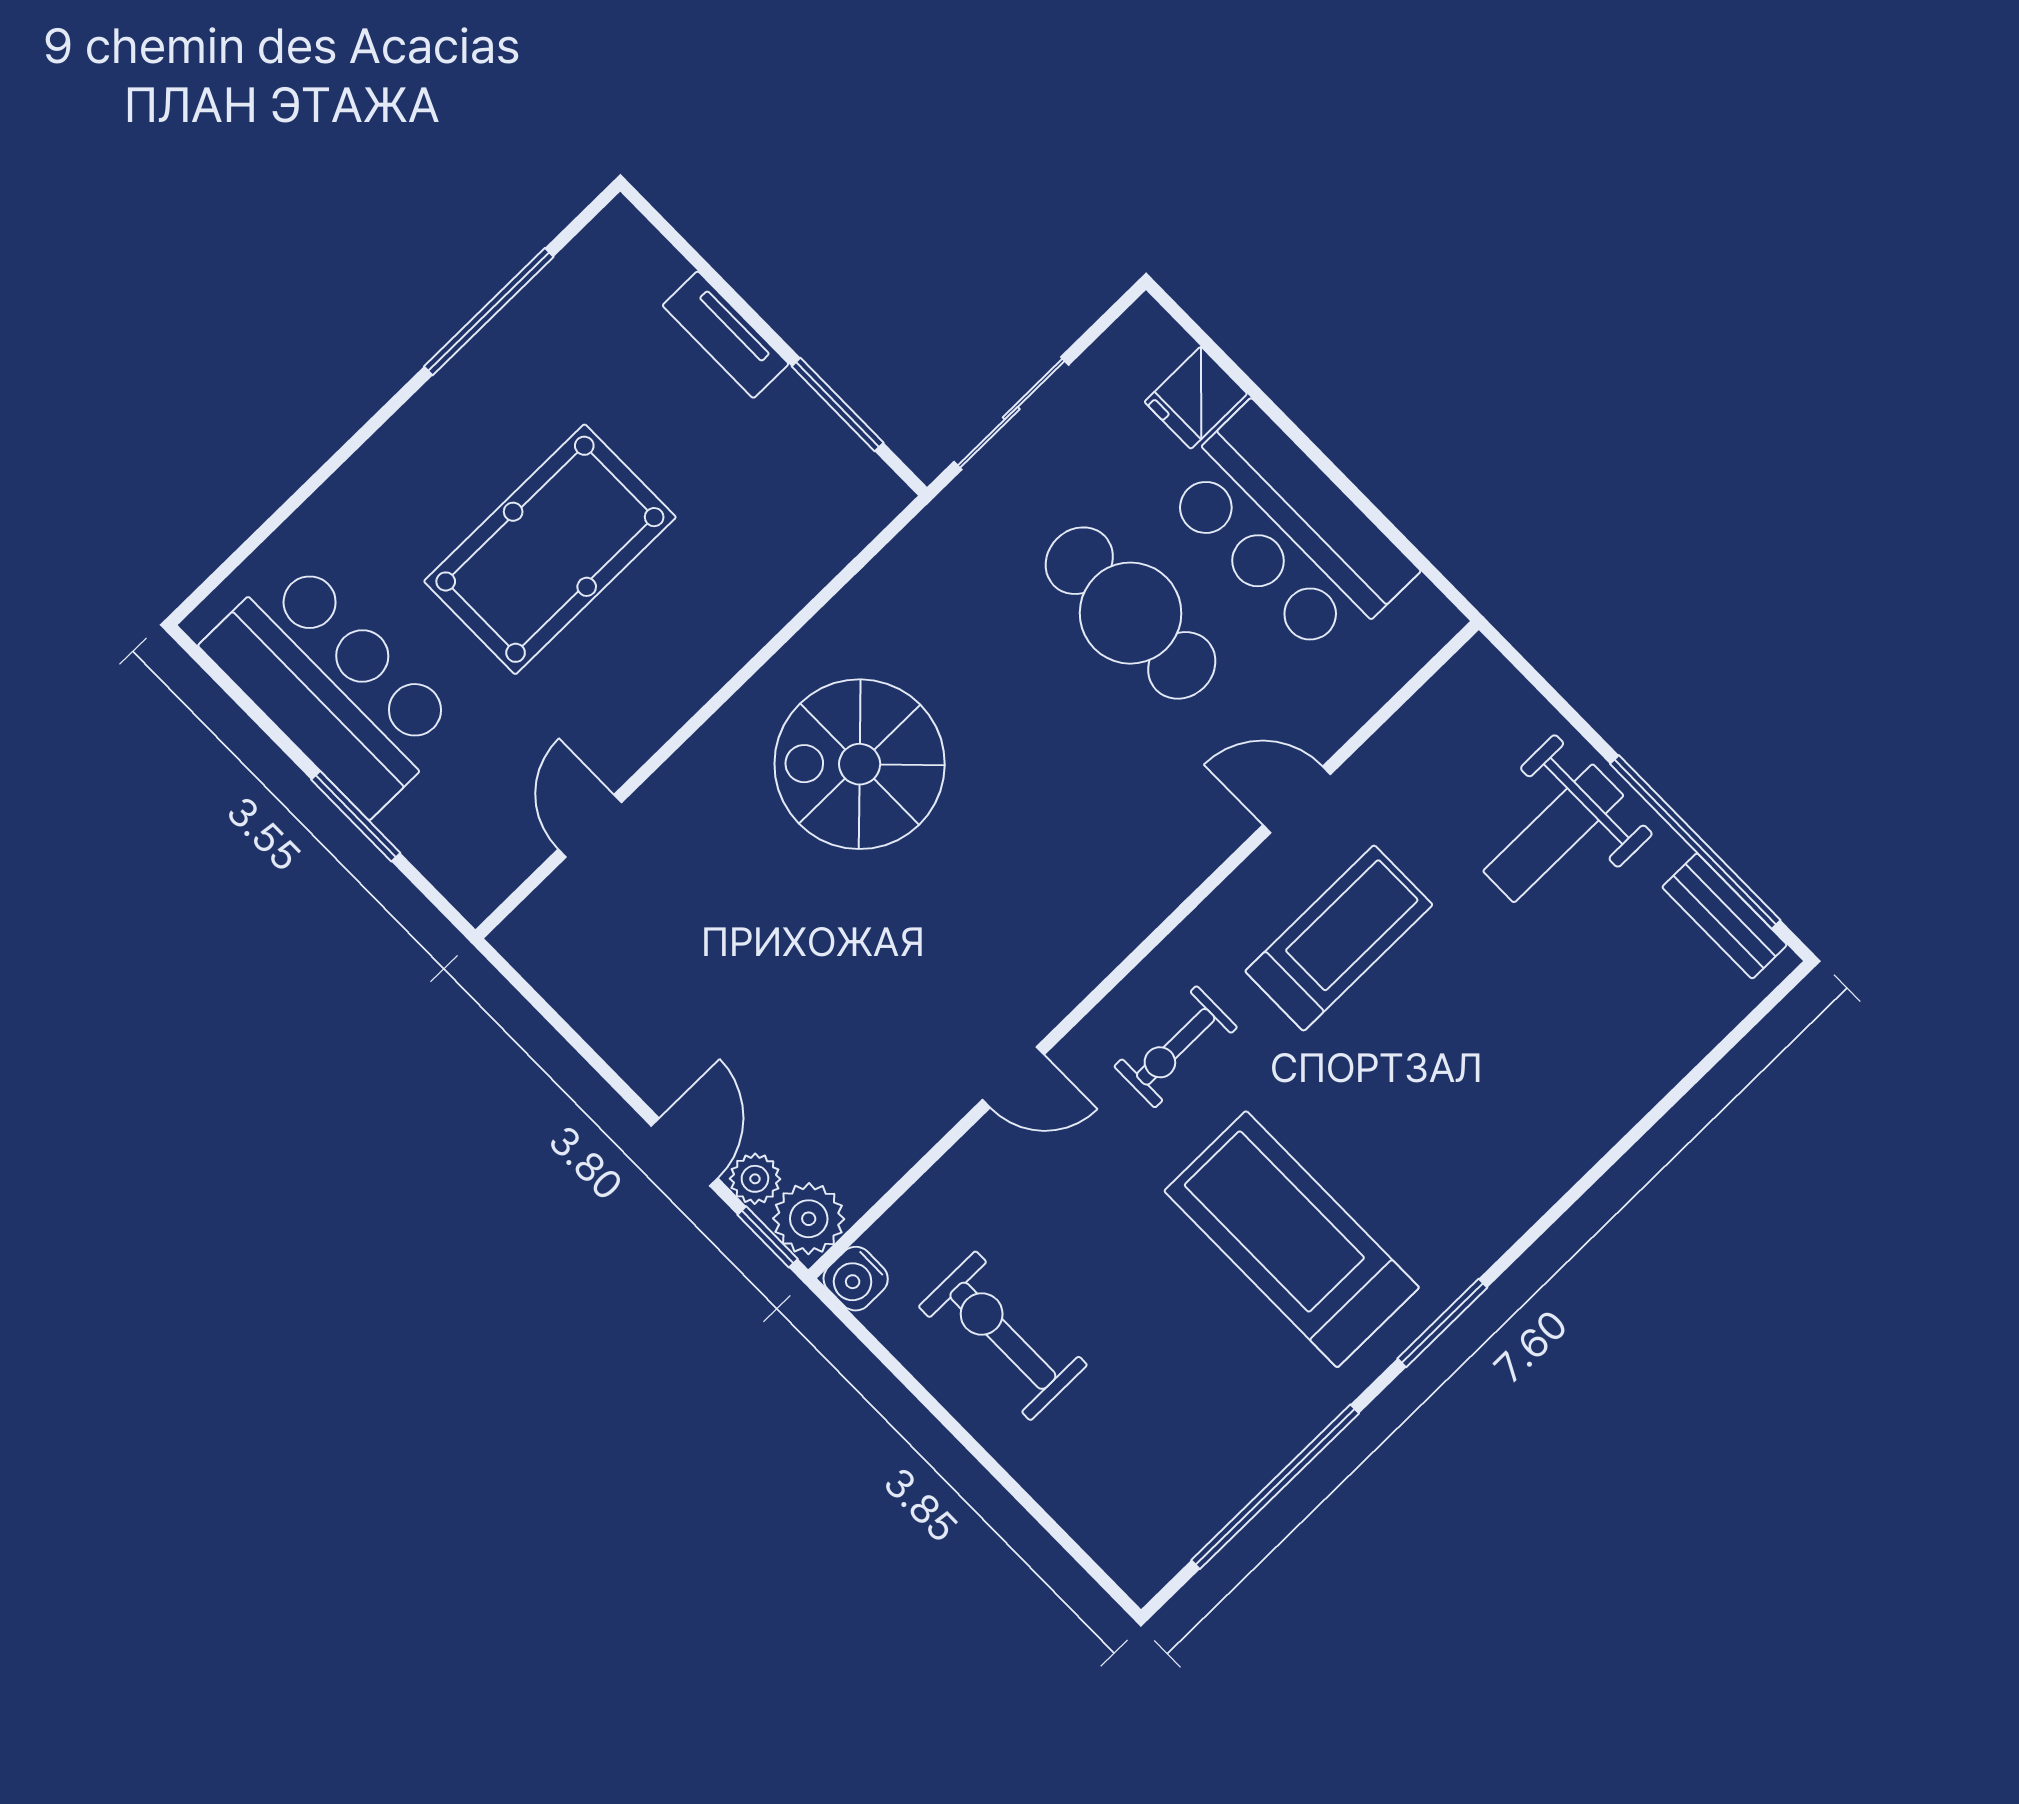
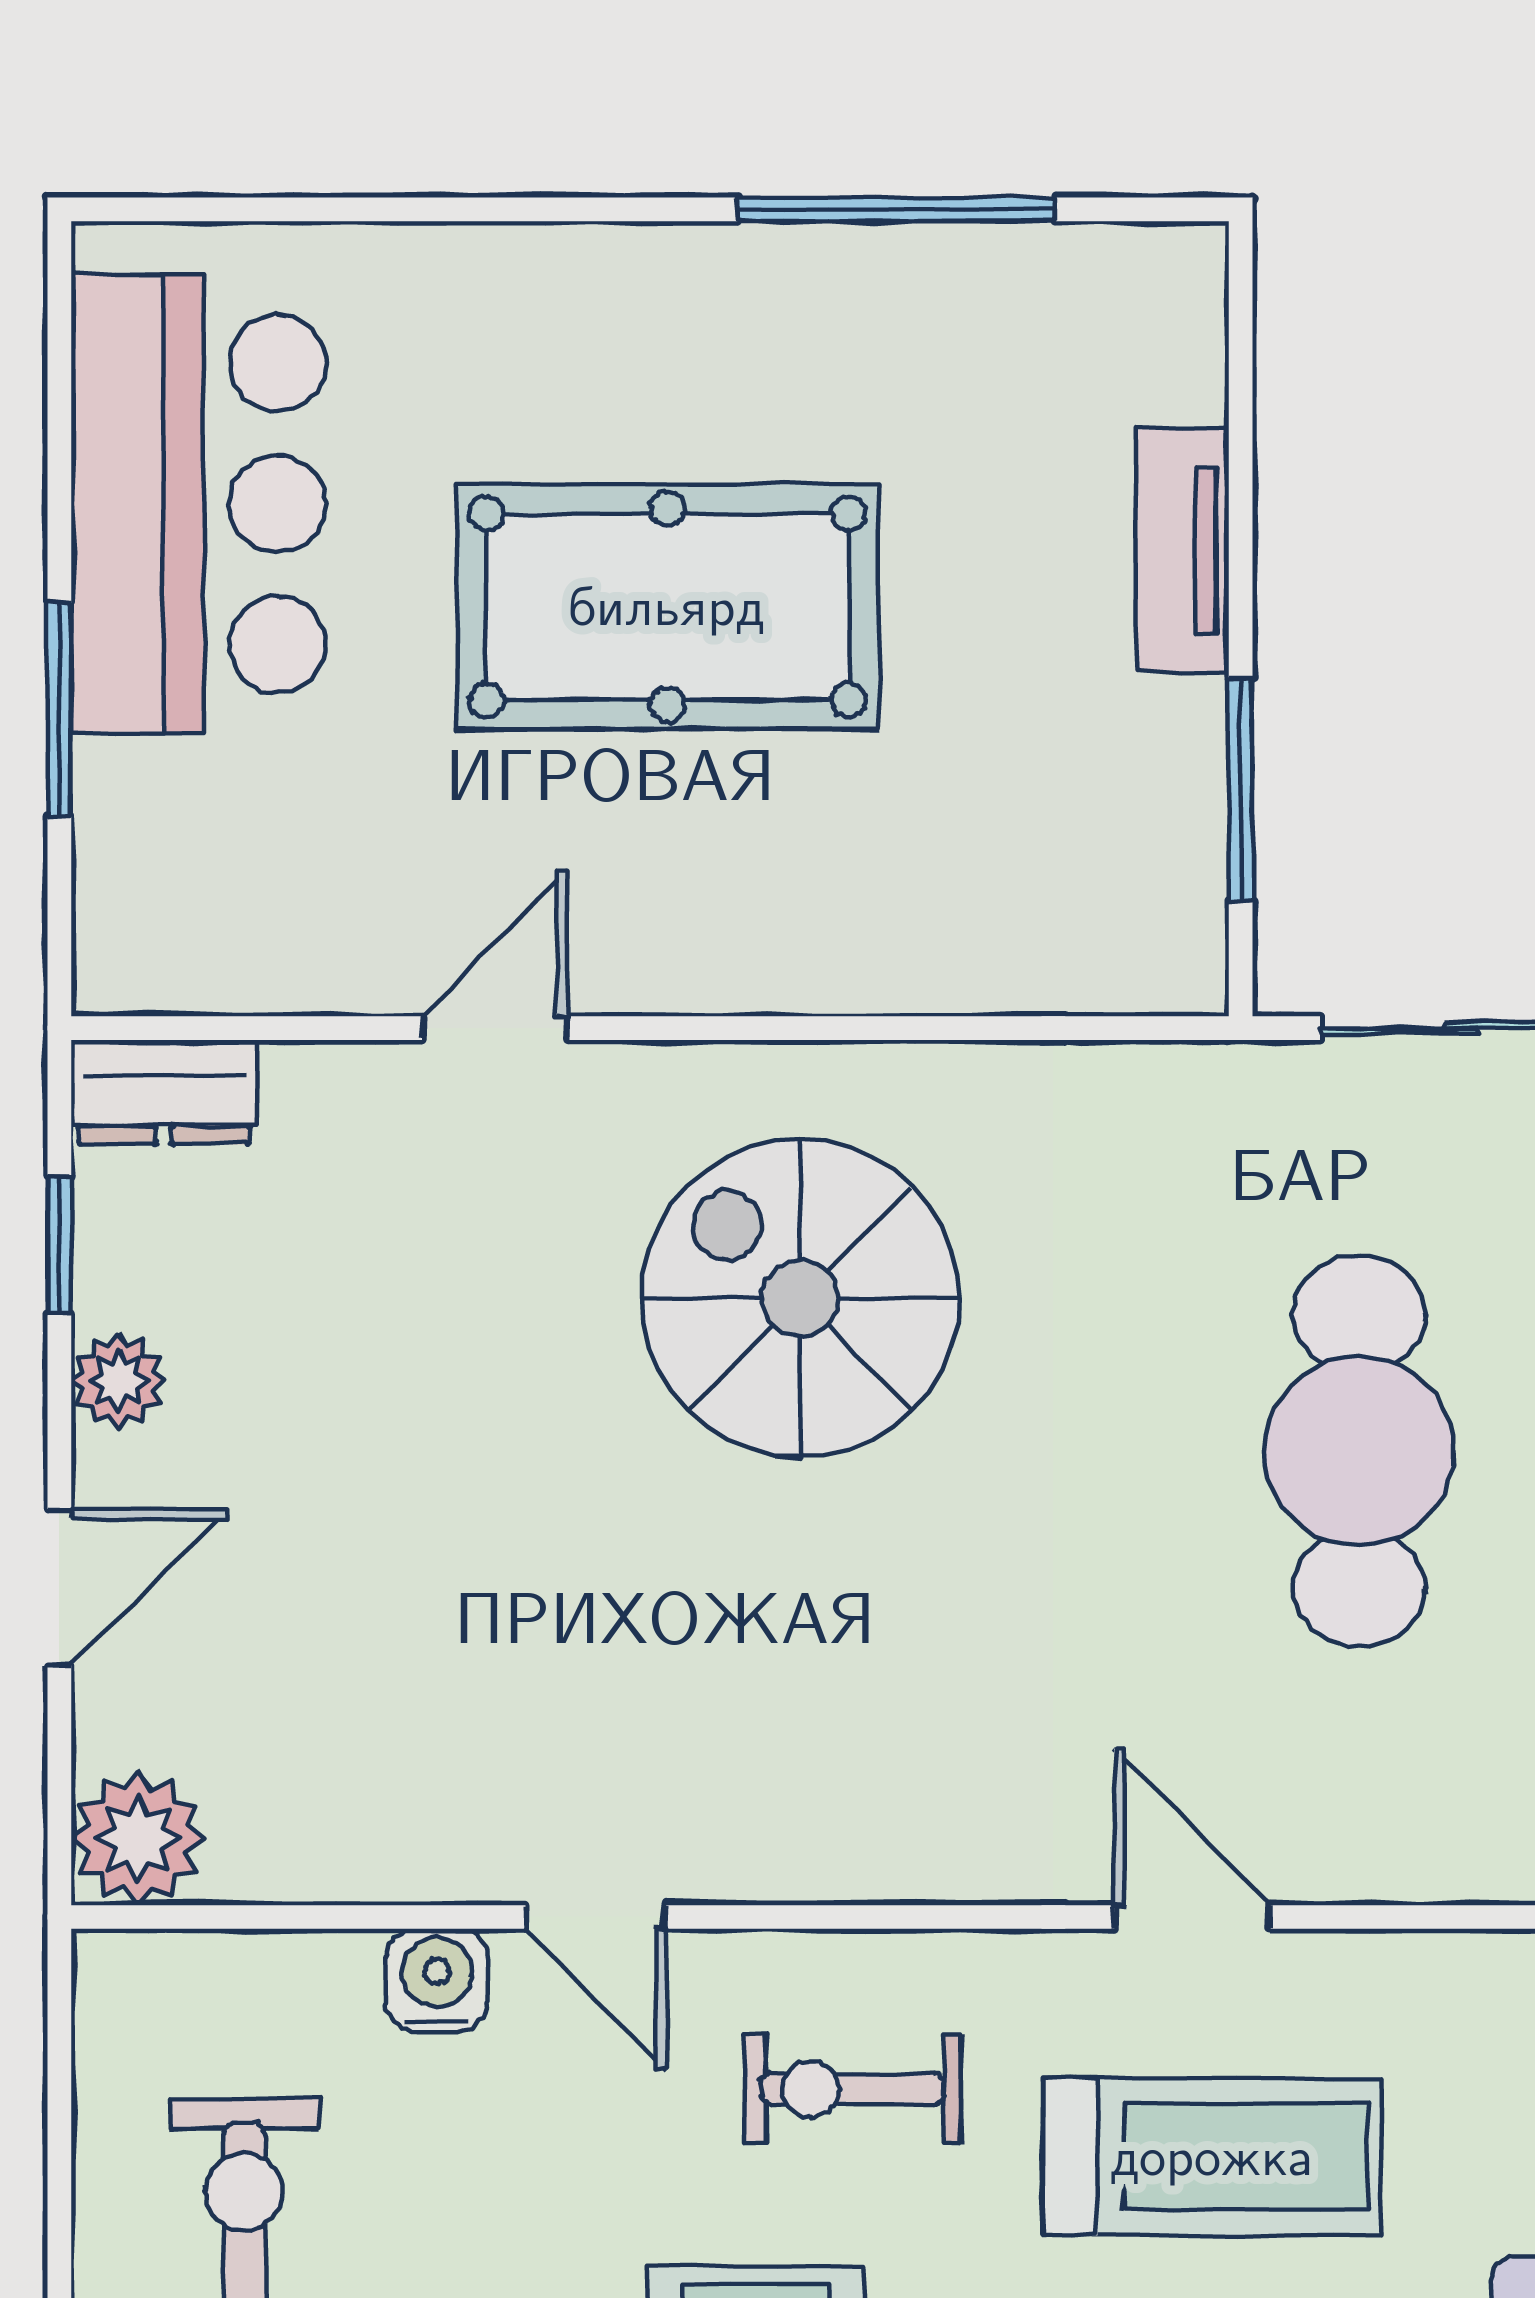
door: (1297, 800) -> (1193, 1917), moved
door: (590, 826) -> (495, 1028), moved
dresser: (539, 923) -> (164, 1092), added
plant: (755, 1179) -> (118, 1381), moved
window: (768, 1237) -> (59, 1245), moved
water cooler: (856, 1279) -> (437, 1980), moved, turned 90

